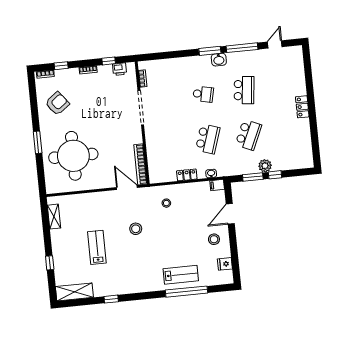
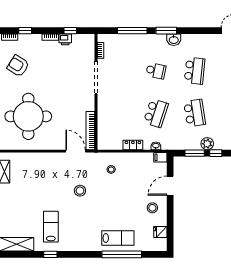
window: (242, 48) -> (132, 31), moved
printer: (120, 69) -> (65, 39), moved
armchair: (57, 103) -> (18, 66), turned -110
school desk: (248, 135) -> (195, 113), turned -33
lab bench: (97, 247) -> (51, 227), moved

